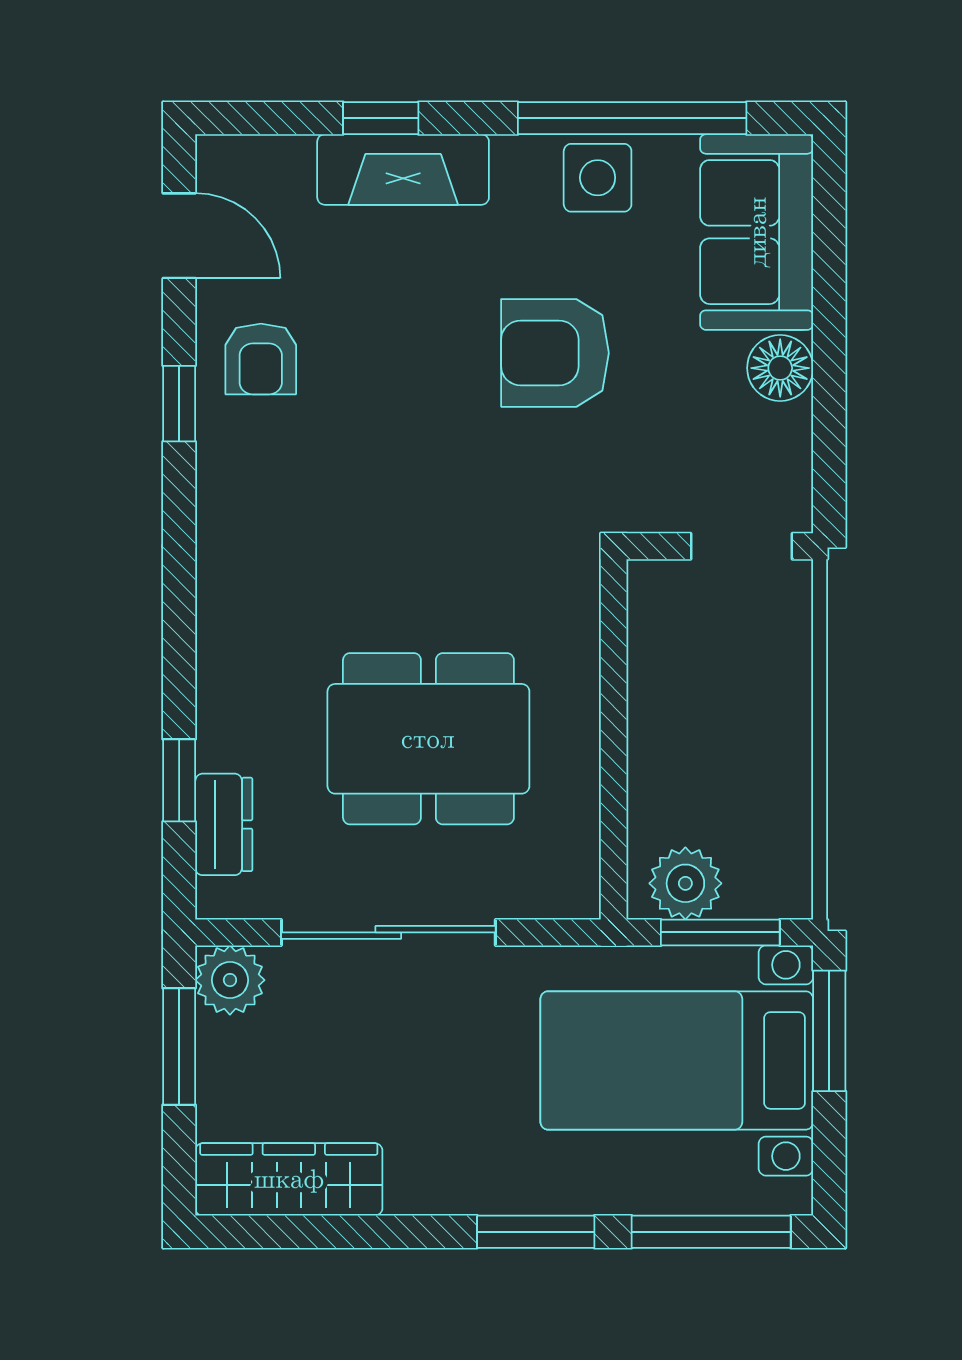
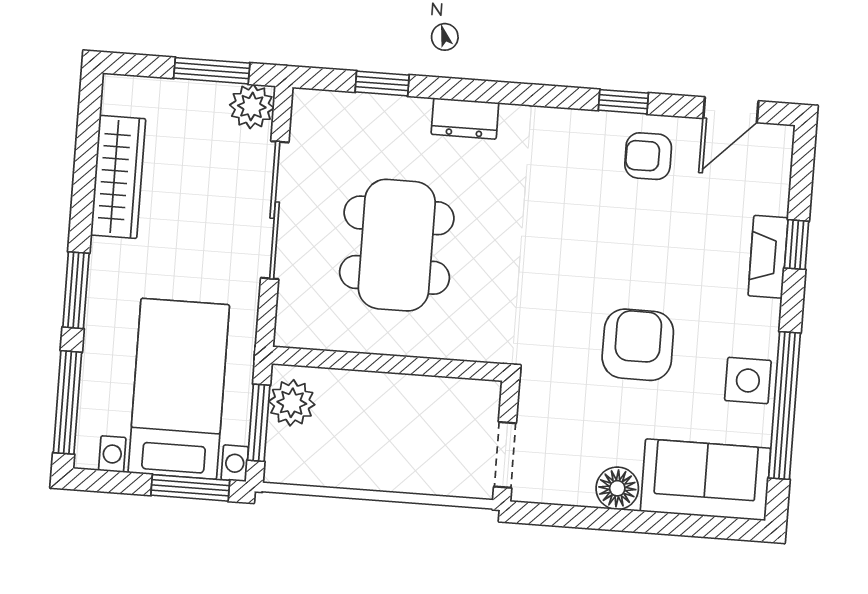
fireplace: (403, 170) -> (768, 257), width x0.73, depth x0.76
dresser: (224, 824) -> (465, 118), moved
wardrobe: (289, 1179) -> (118, 177), moved

